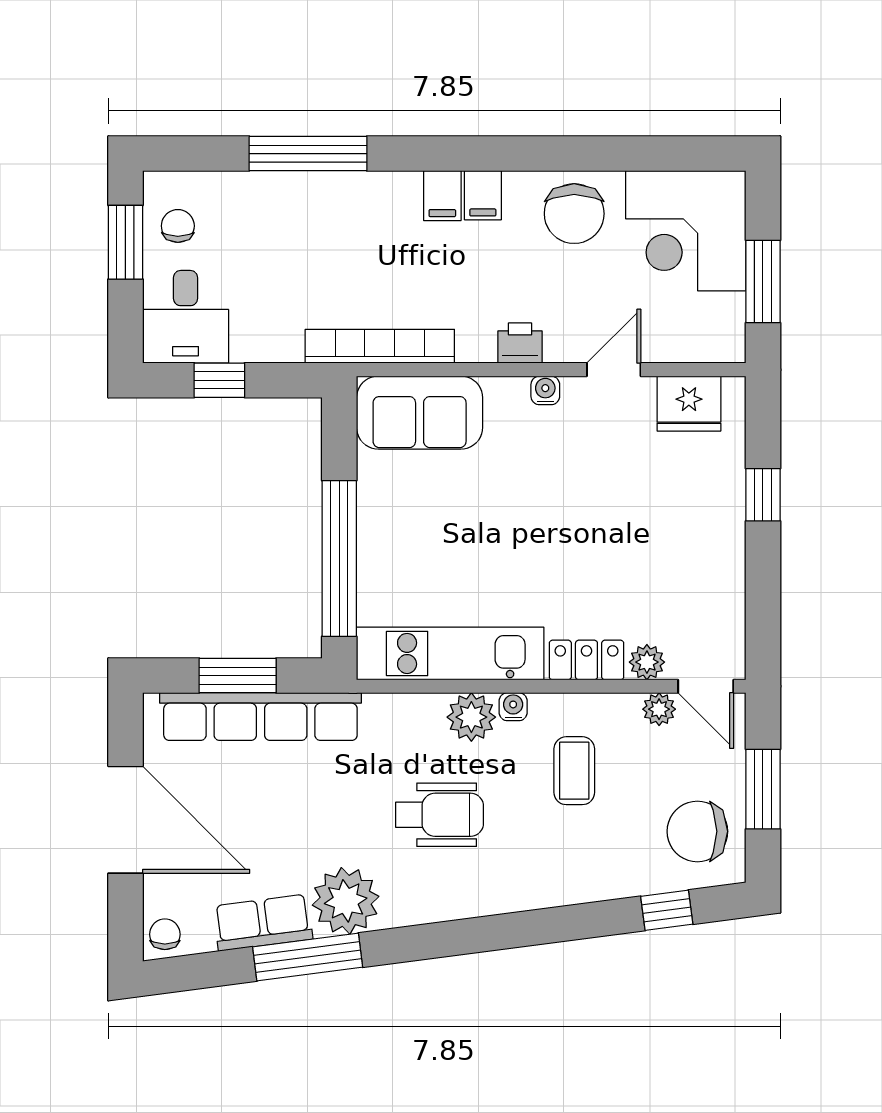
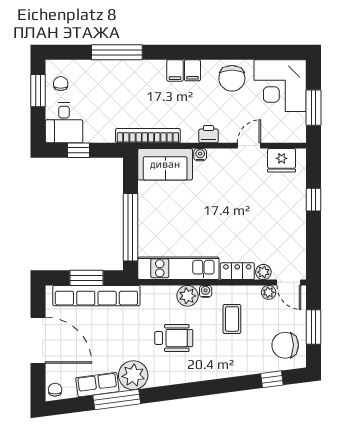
water cooler: (545, 390) -> (200, 155), moved

